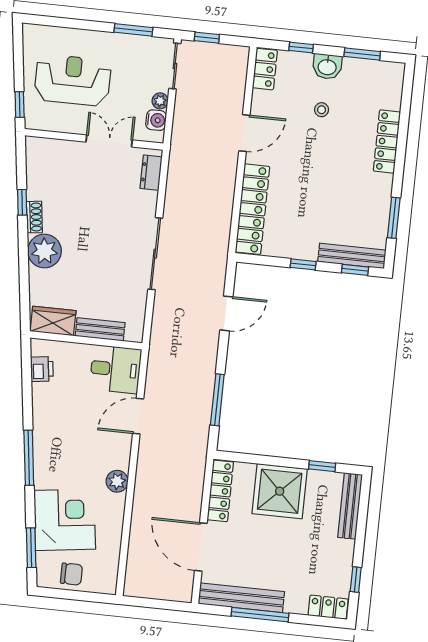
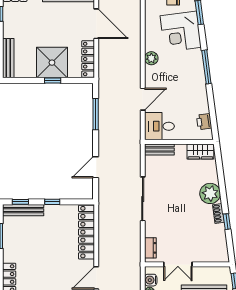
bench: (100, 329) -> (159, 149), moved
window: (322, 466) -> (53, 81), moved

